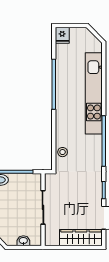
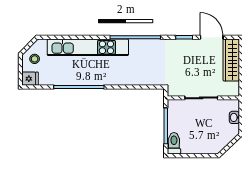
stool: (63, 152) -> (35, 59), moved

